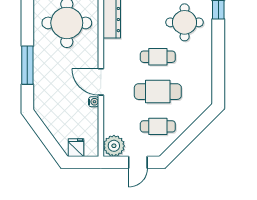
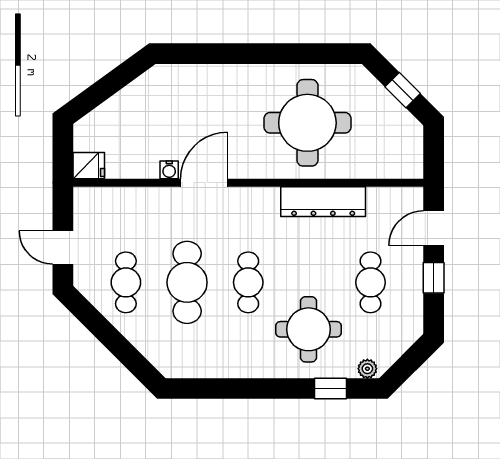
window: (27, 65) -> (234, 54), removed
plant: (114, 146) -> (92, 205), removed
fridge: (76, 148) -> (89, 166), moved

